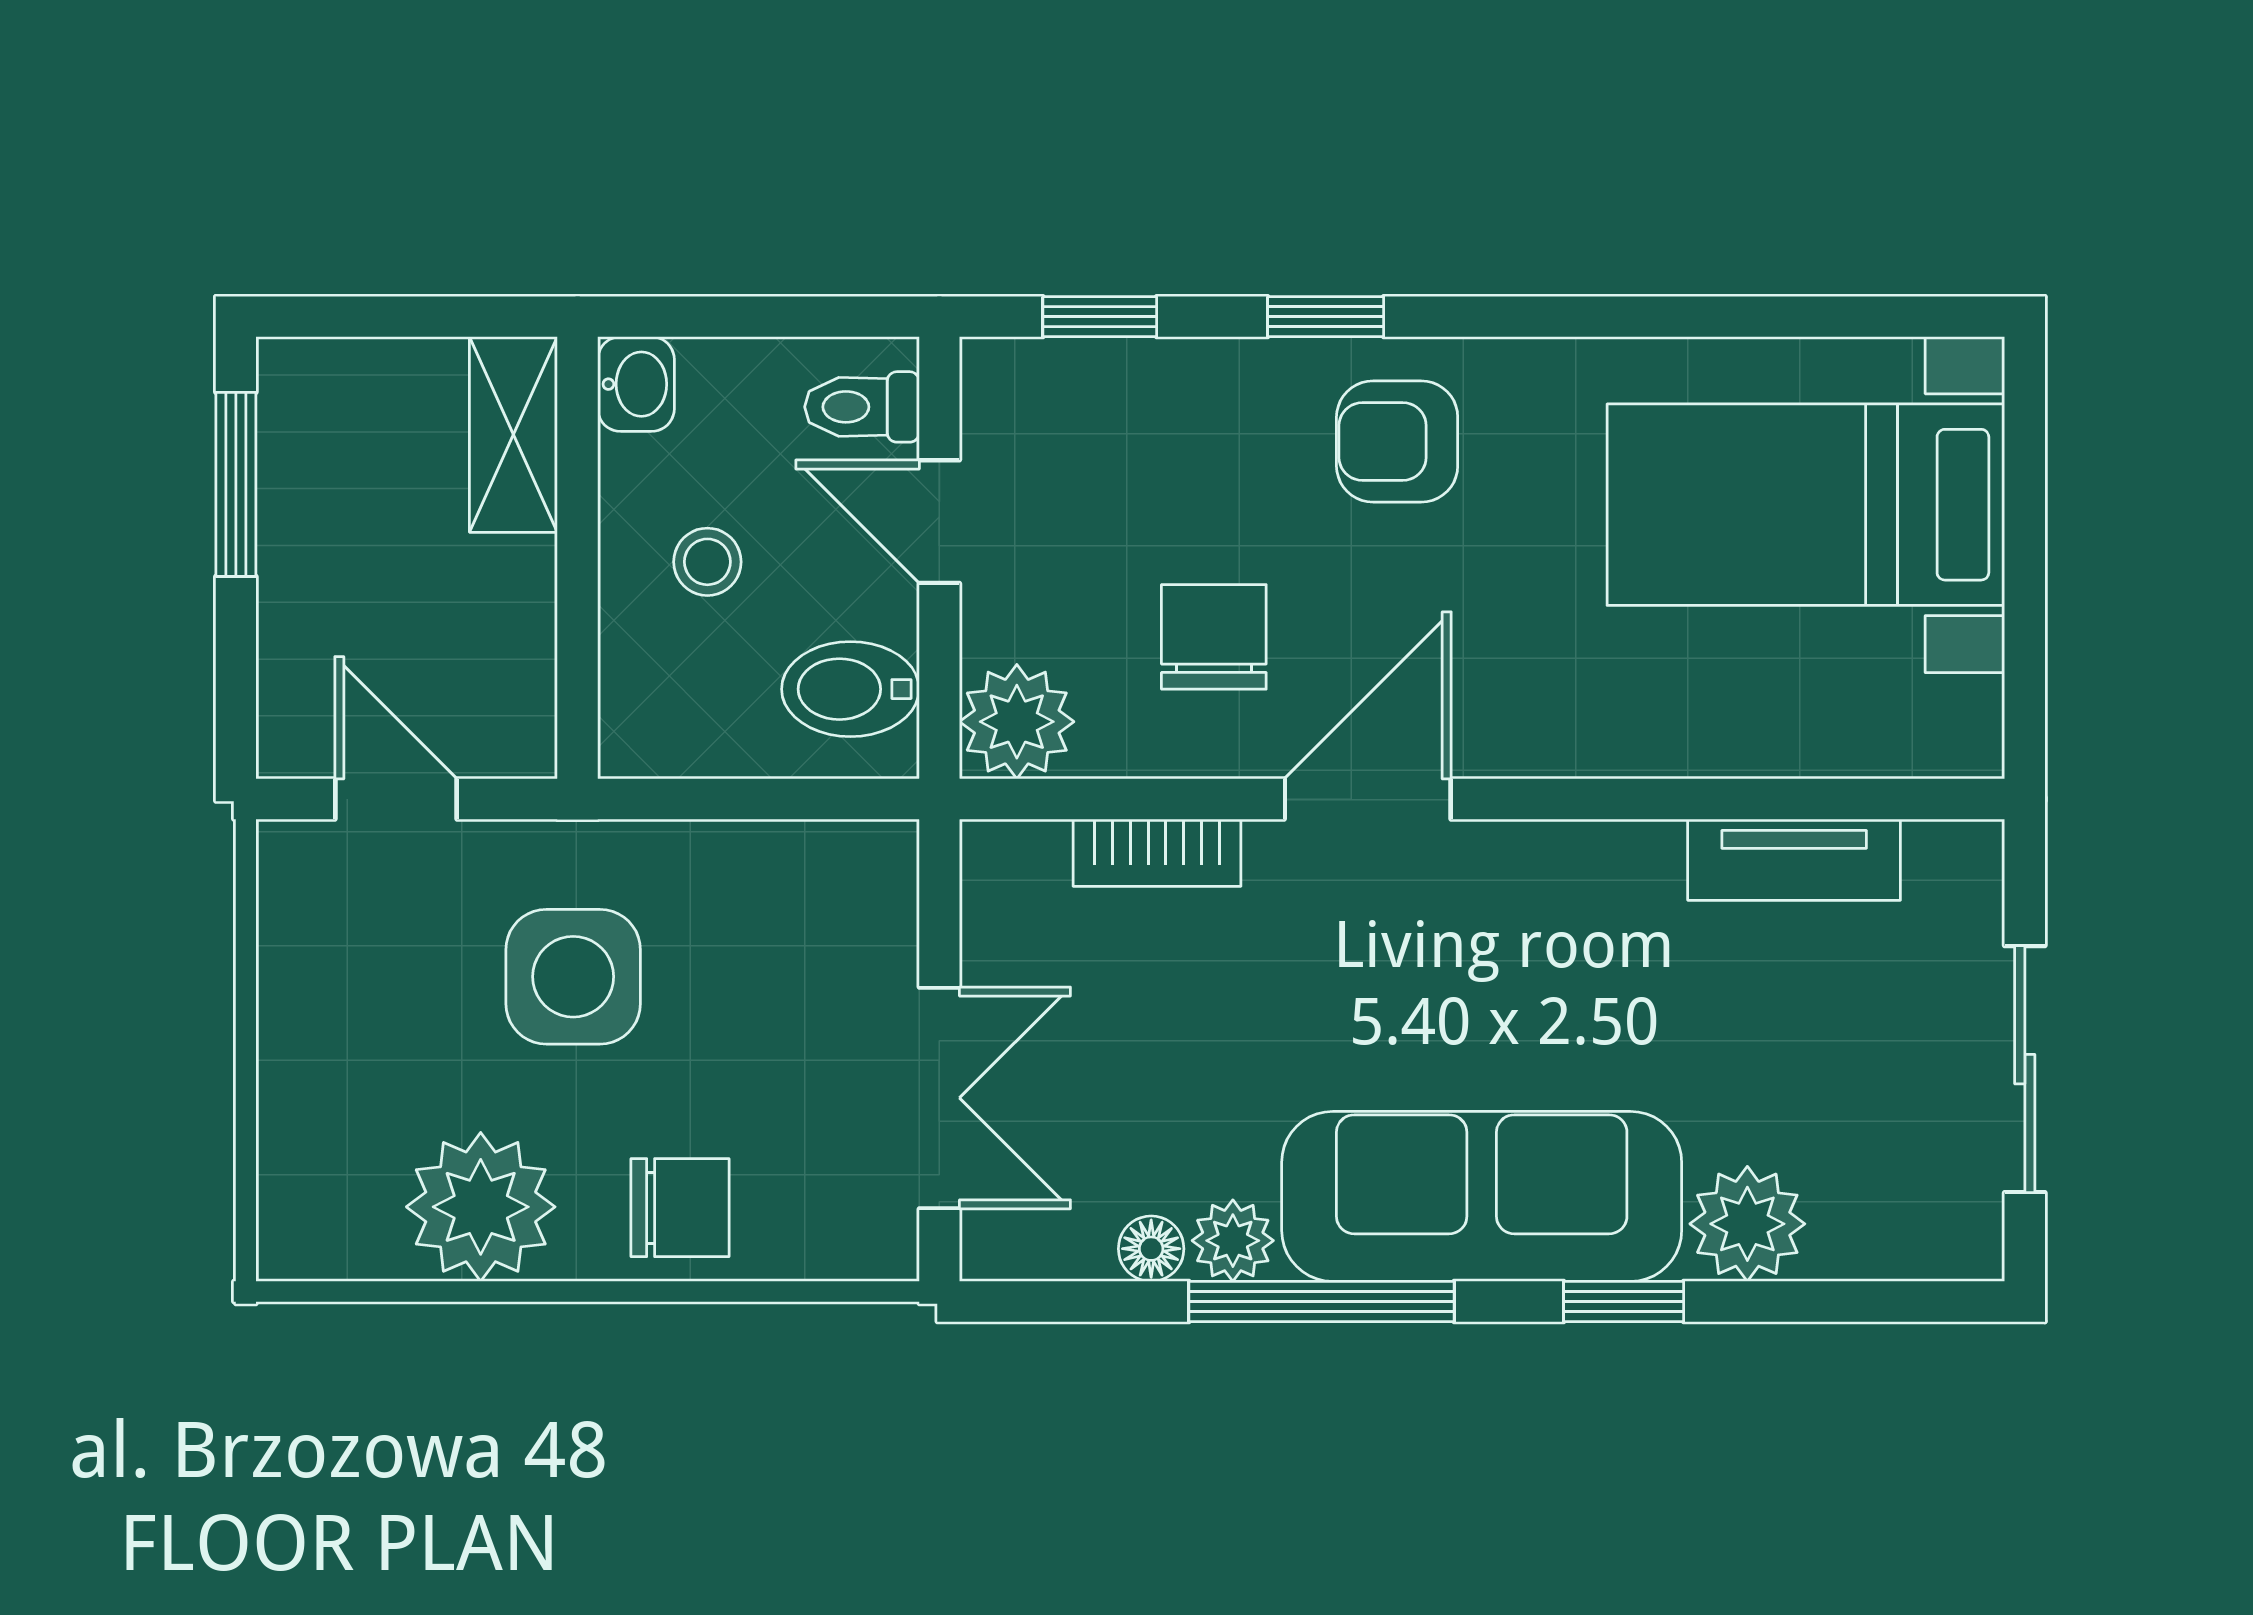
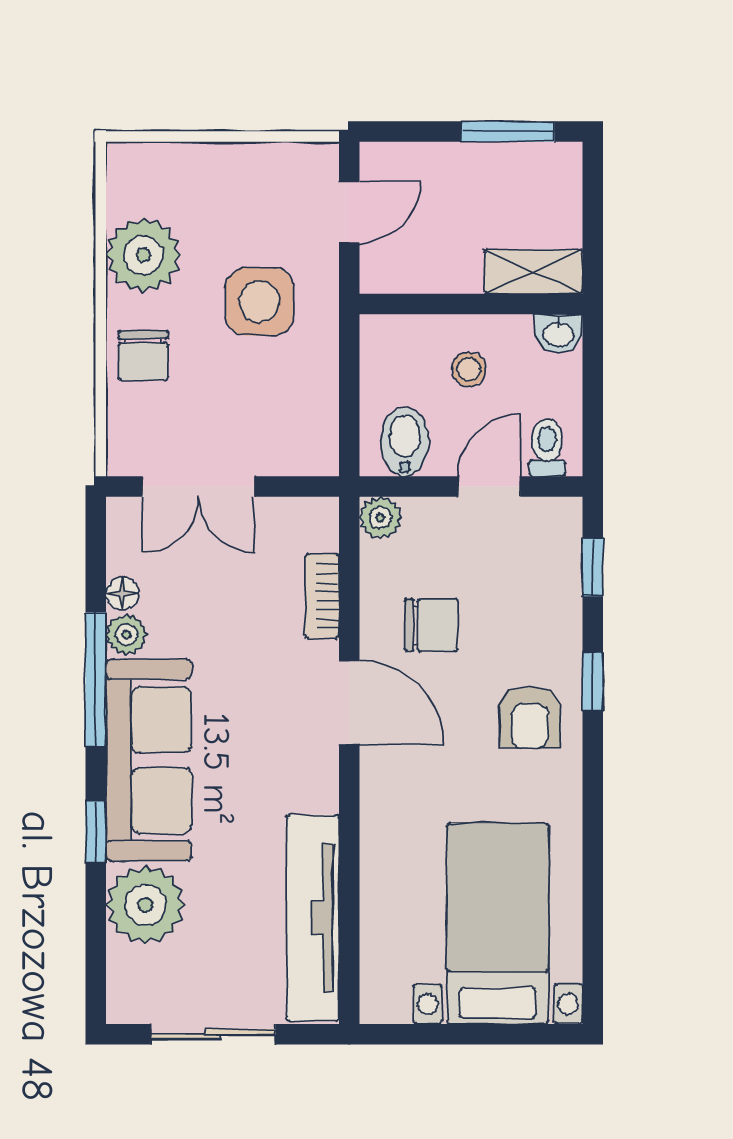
armchair: (1397, 442) -> (530, 717), turned 180
plant: (1017, 722) -> (380, 518), width x0.73, depth x0.73
tv unit: (1794, 860) -> (313, 918), width x1.92, depth x1.29
plant: (1747, 1224) -> (145, 905), width x1.36, depth x1.36

